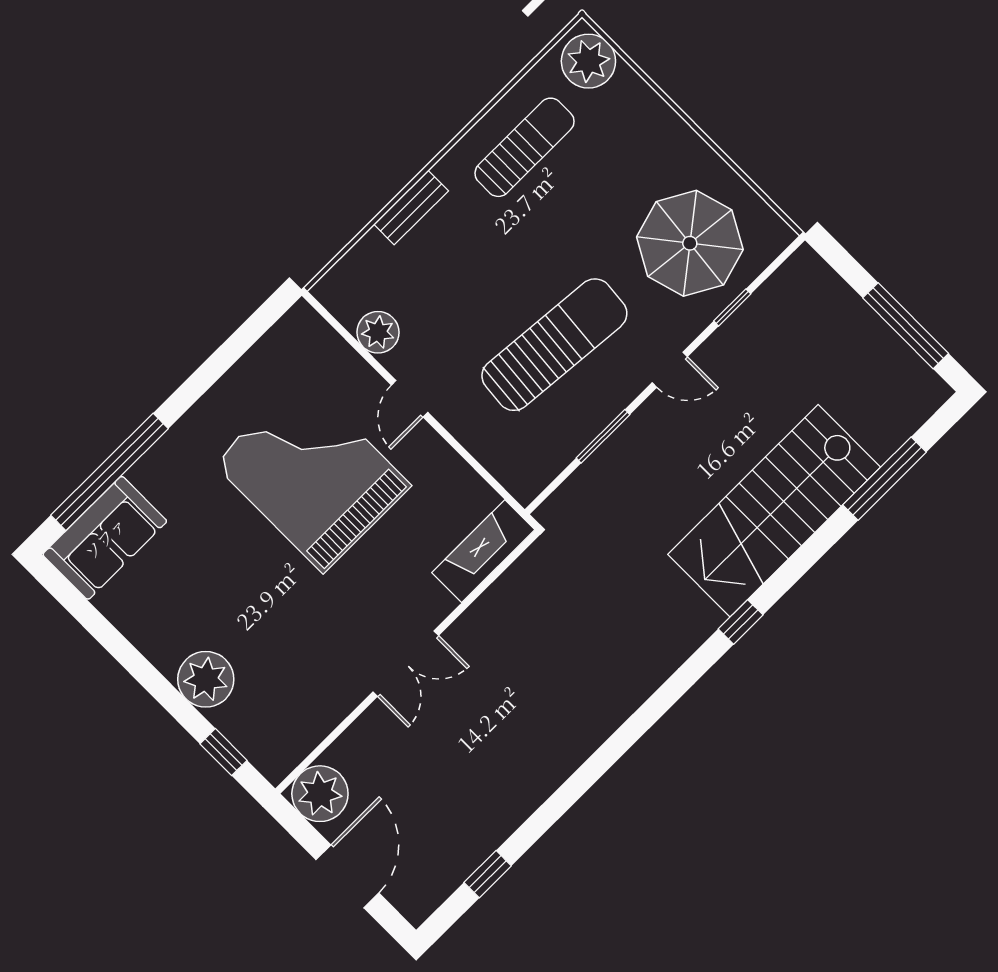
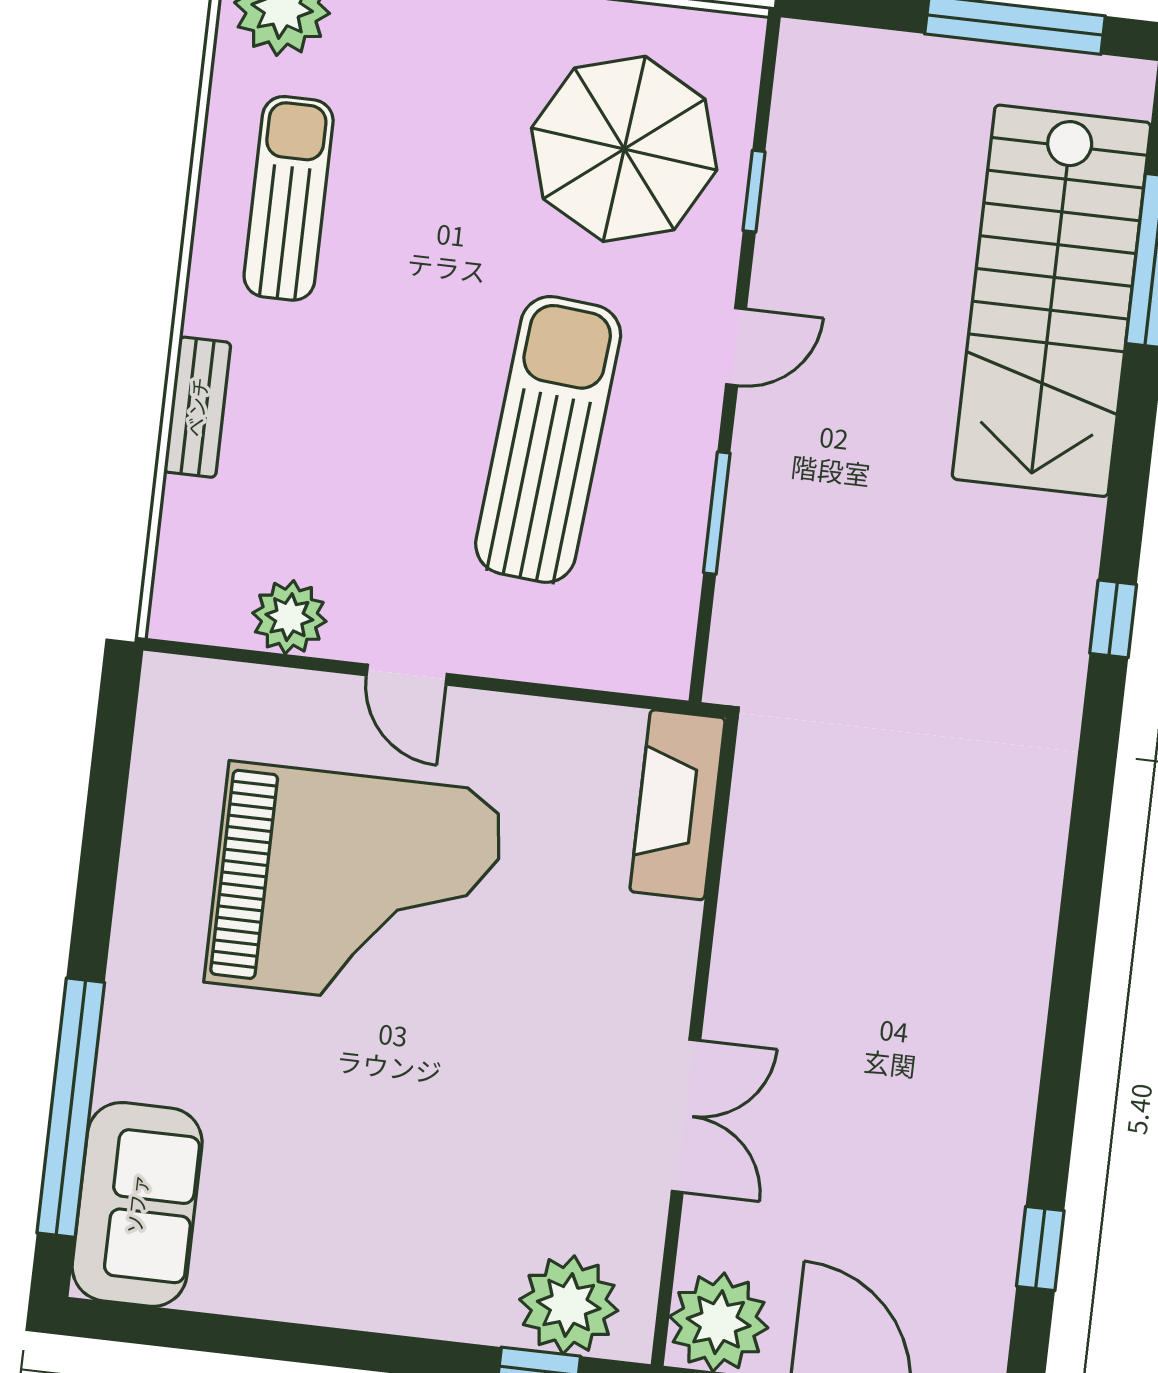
grand piano: (312, 474) -> (355, 887), turned 180
stairs: (774, 511) -> (1051, 301), moved
double door: (406, 664) -> (686, 1116), moved
plant: (206, 679) -> (569, 1305), moved

